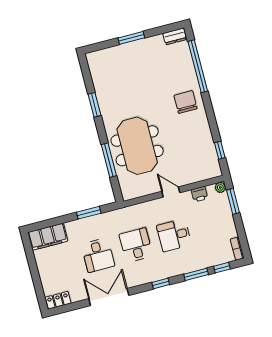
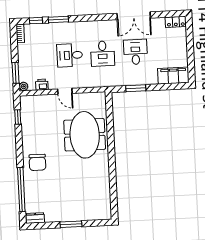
window: (95, 105) -> (113, 176), removed
window: (109, 160) -> (110, 128), removed
desk: (174, 235) -> (70, 55), turned 180
window: (161, 284) -> (89, 18), removed

